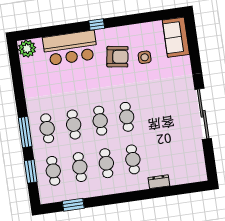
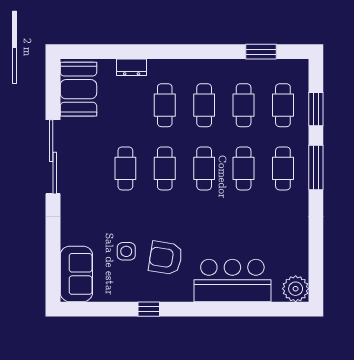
window: (97, 25) -> (149, 309), moved
cafe table: (153, 113) -> (125, 168), added
booth: (193, 162) -> (78, 89), added

